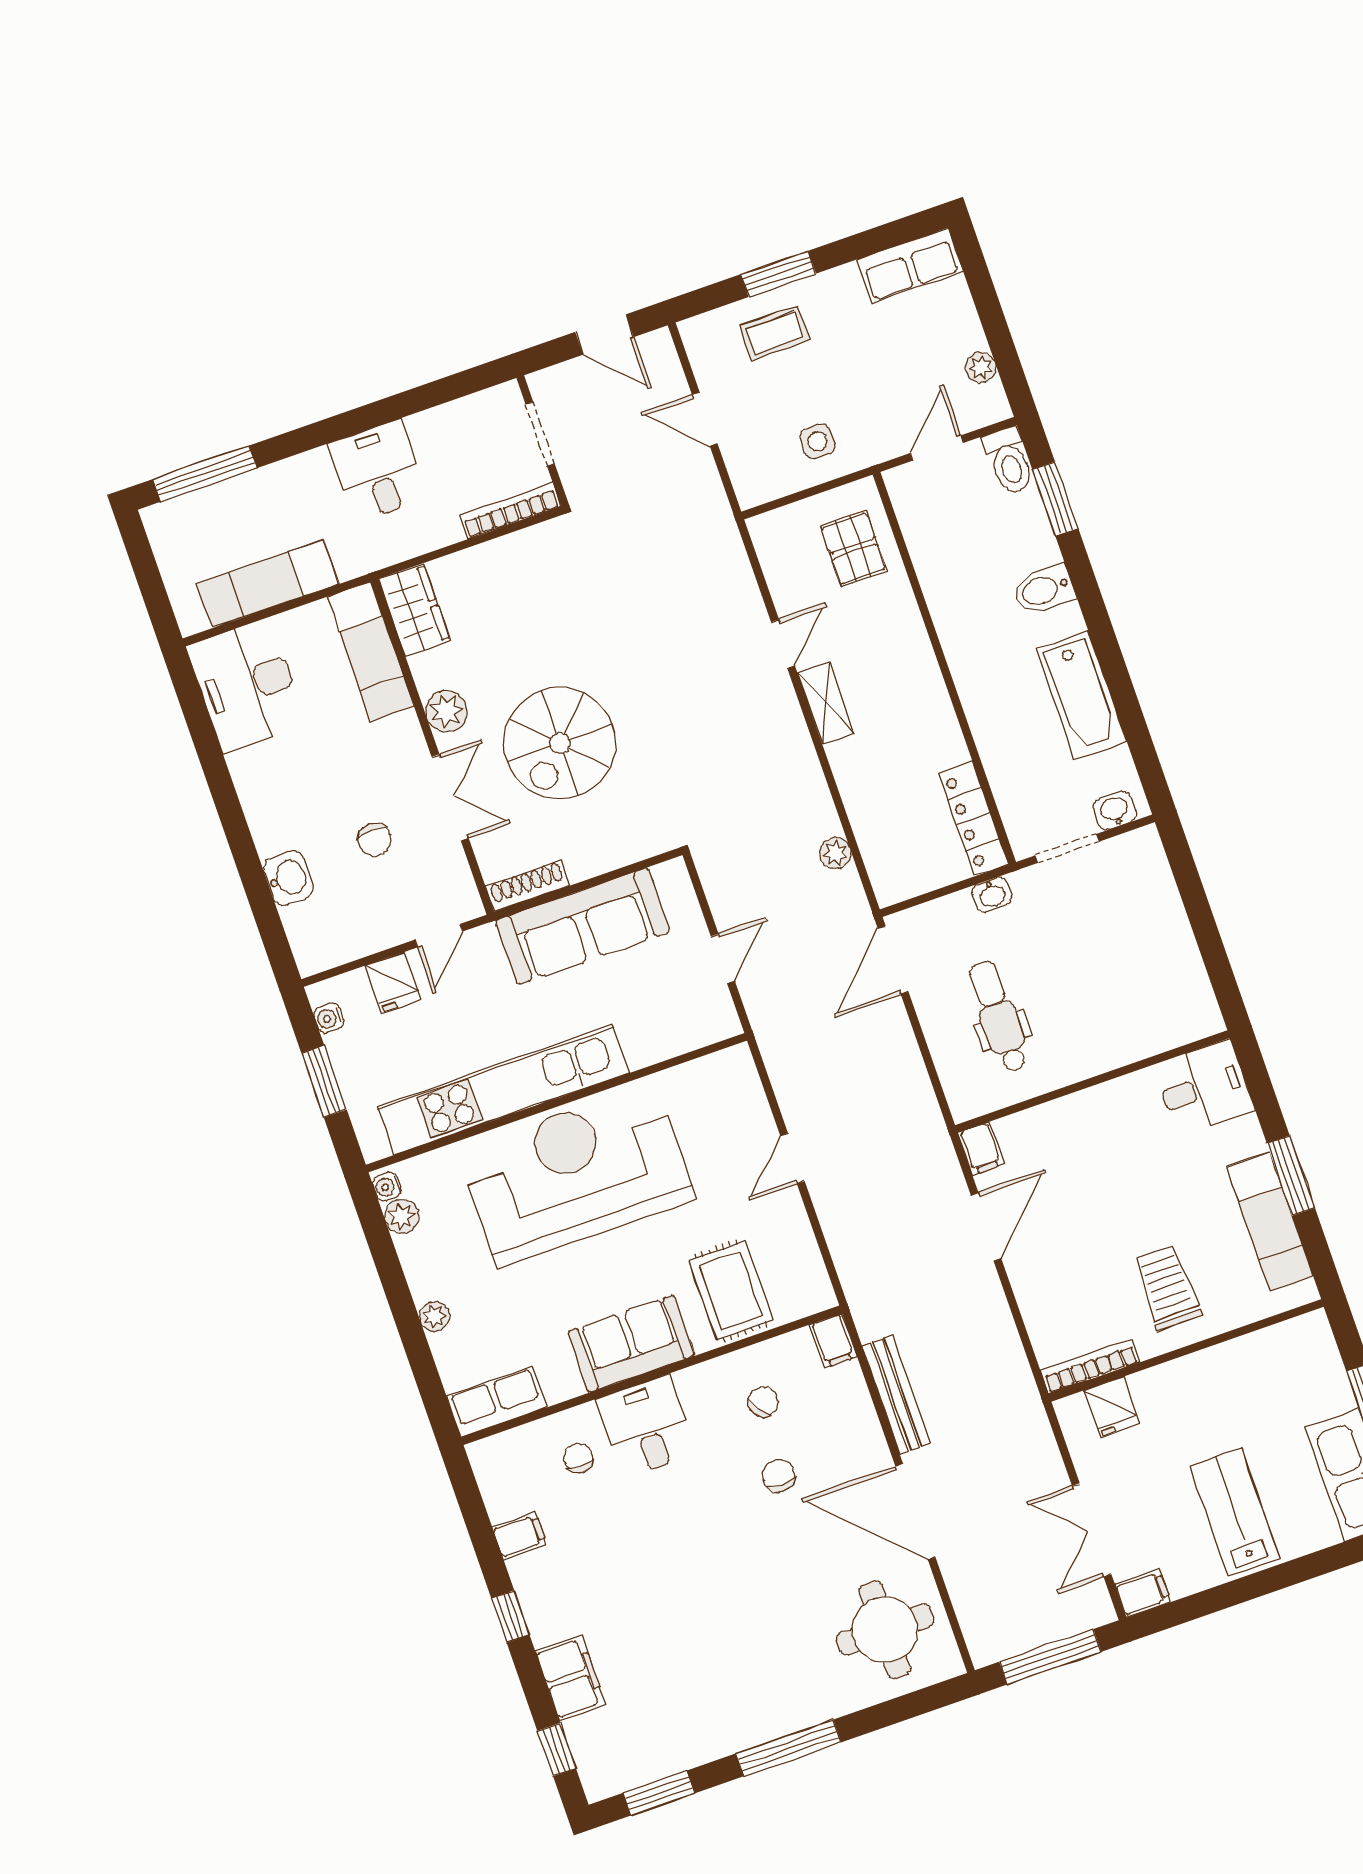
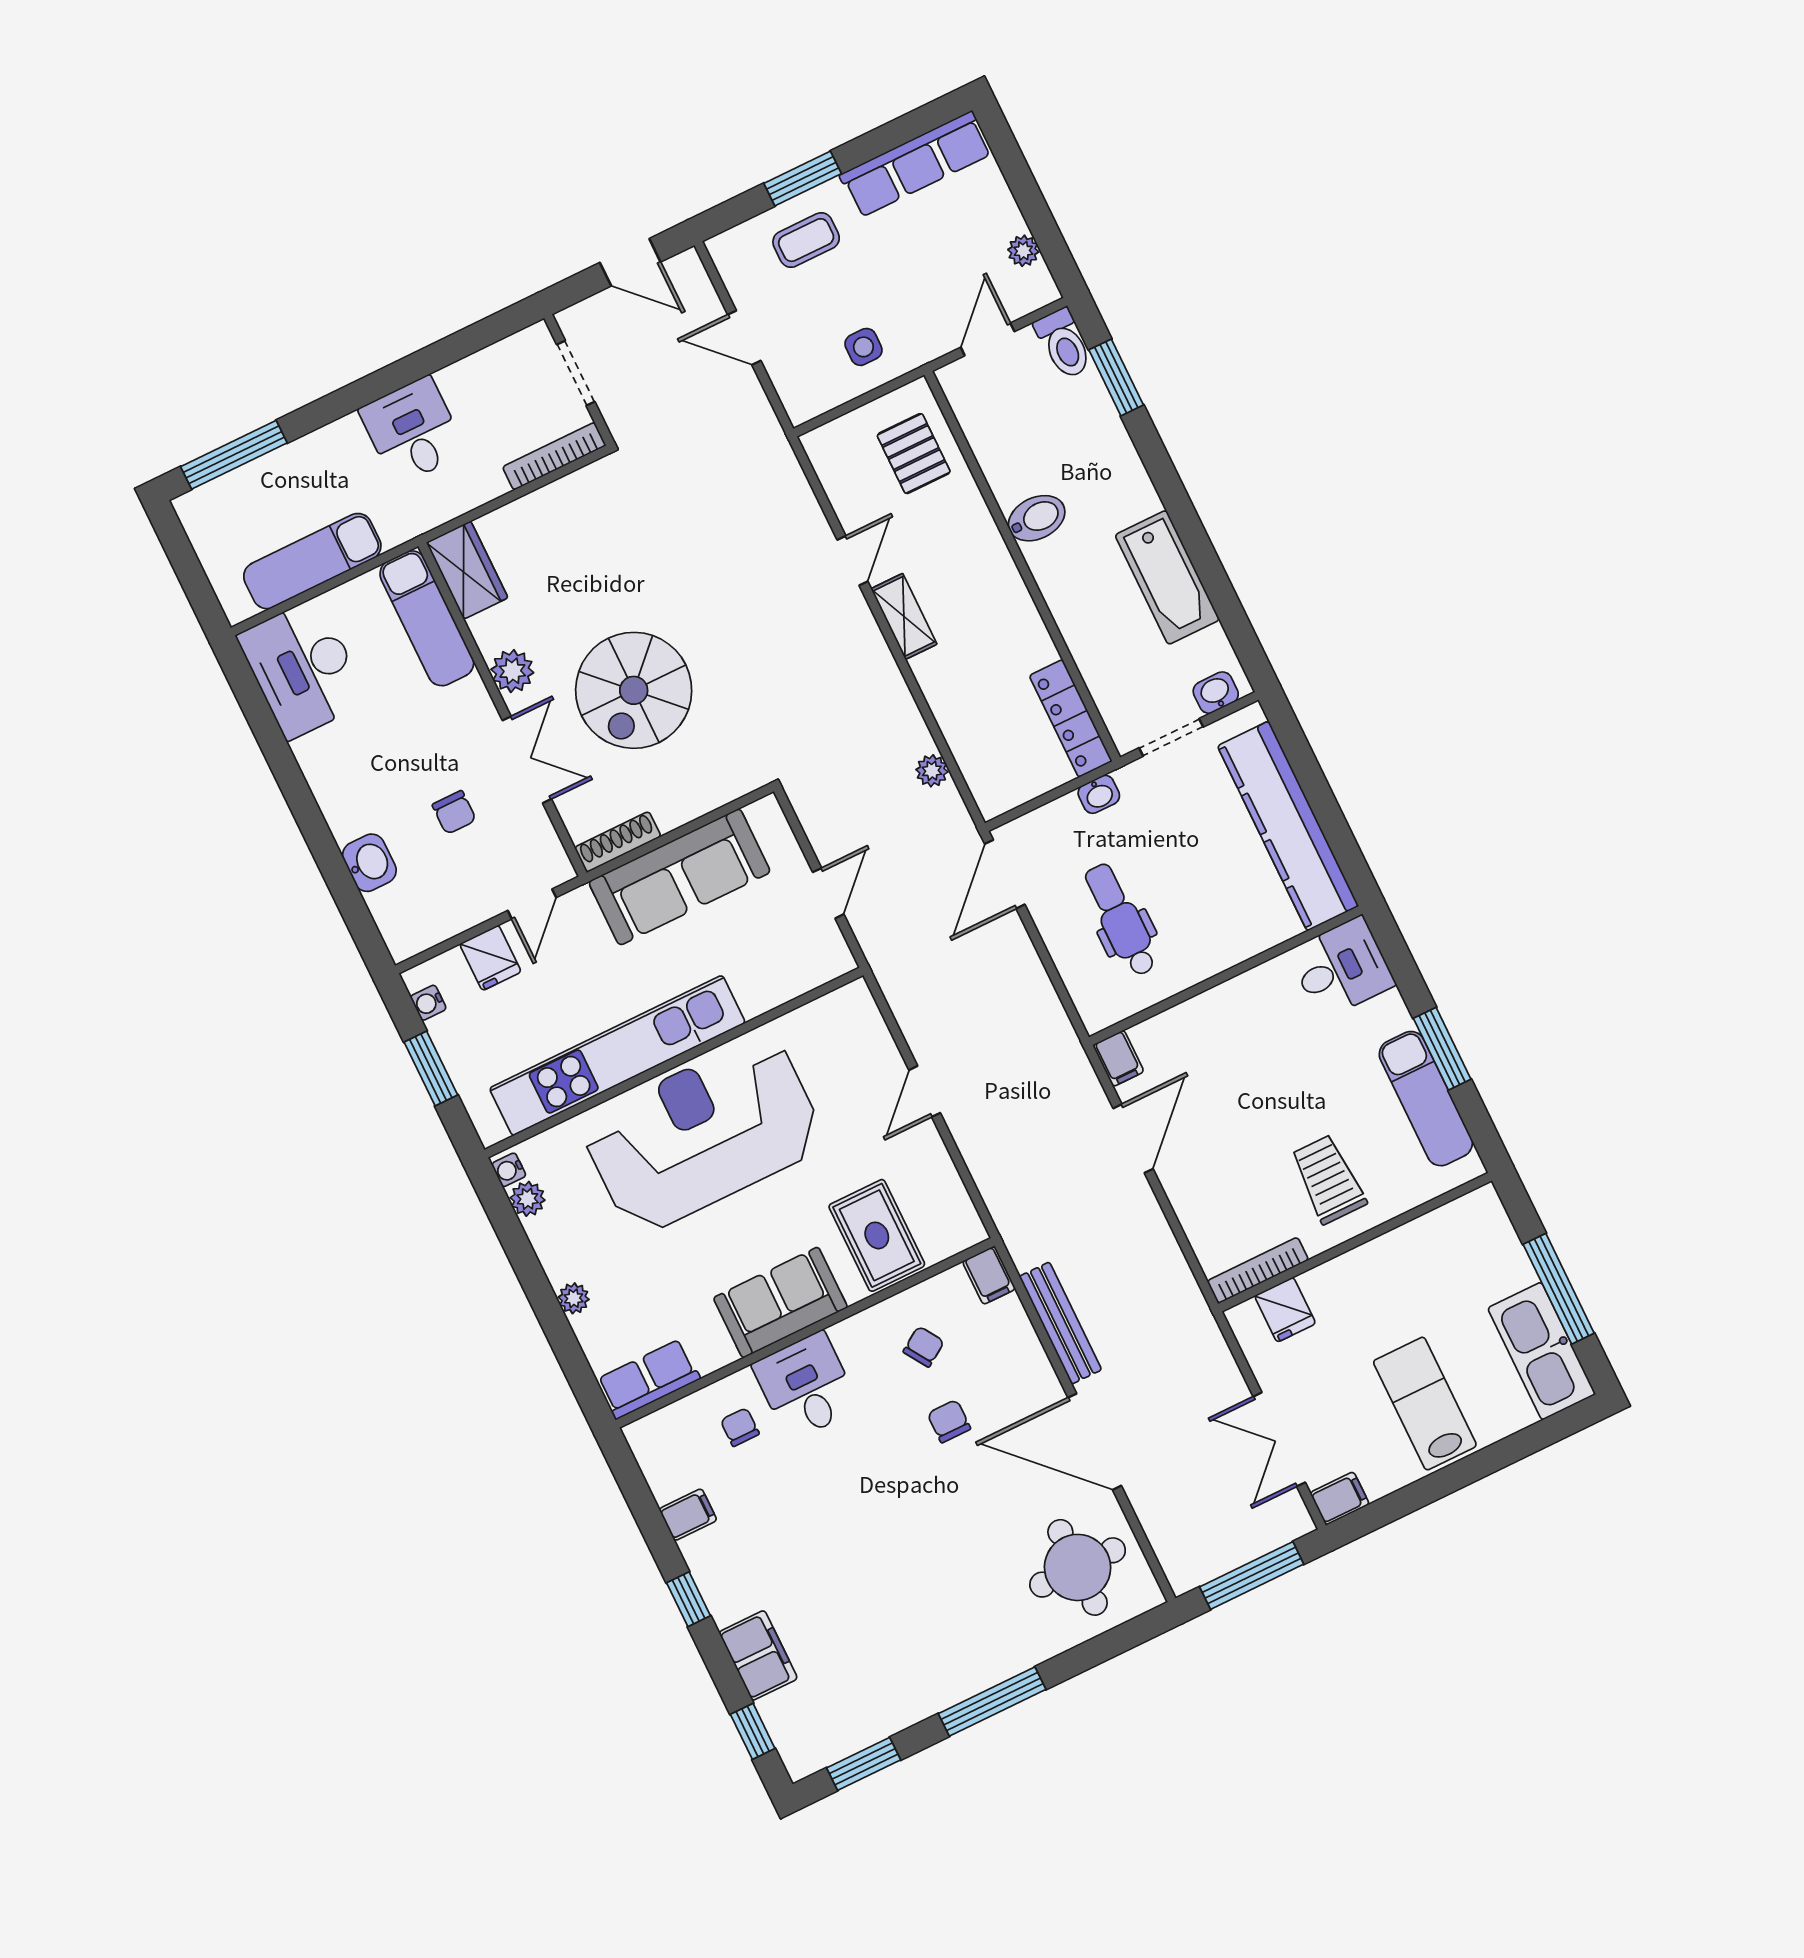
row of seats: (910, 265) -> (916, 164), width x1.48
bidet: (1044, 590) -> (1037, 518), moved, turned 180
kitchen counter: (1169, 946) -> (1288, 826), added

